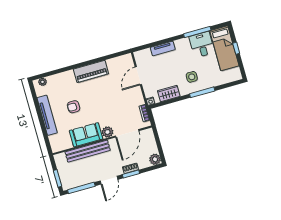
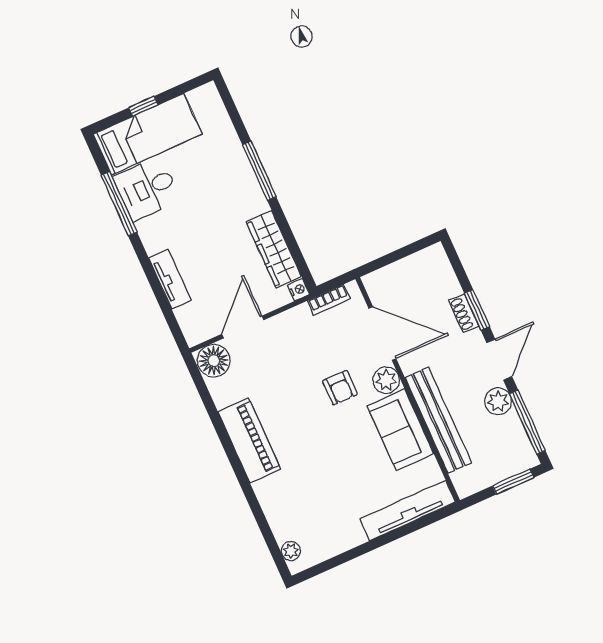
floor lamp: (126, 62) -> (214, 361), added
door: (138, 76) -> (243, 327), swing flipped
side table: (192, 77) -> (227, 201), removed
wardrobe: (169, 93) -> (274, 249), width x1.50
armchair: (74, 107) -> (340, 388), moved
tv unit: (47, 115) -> (408, 511), moved
plant: (155, 159) -> (498, 401), moved
door: (109, 180) -> (499, 360), hinge flipped

